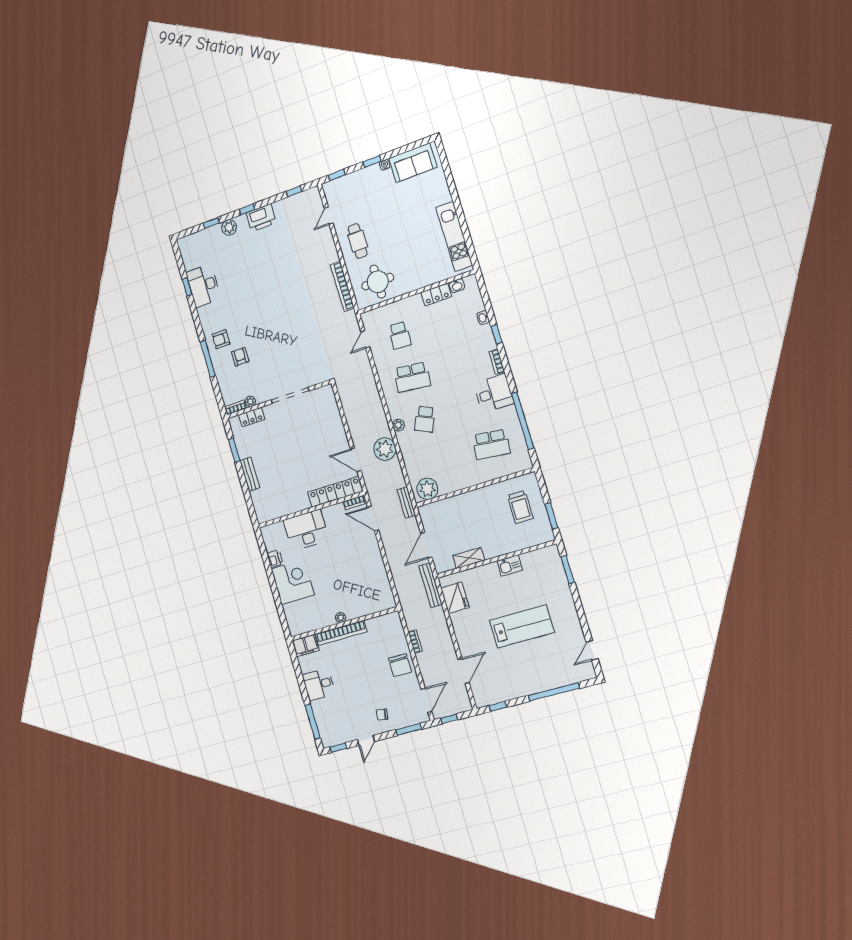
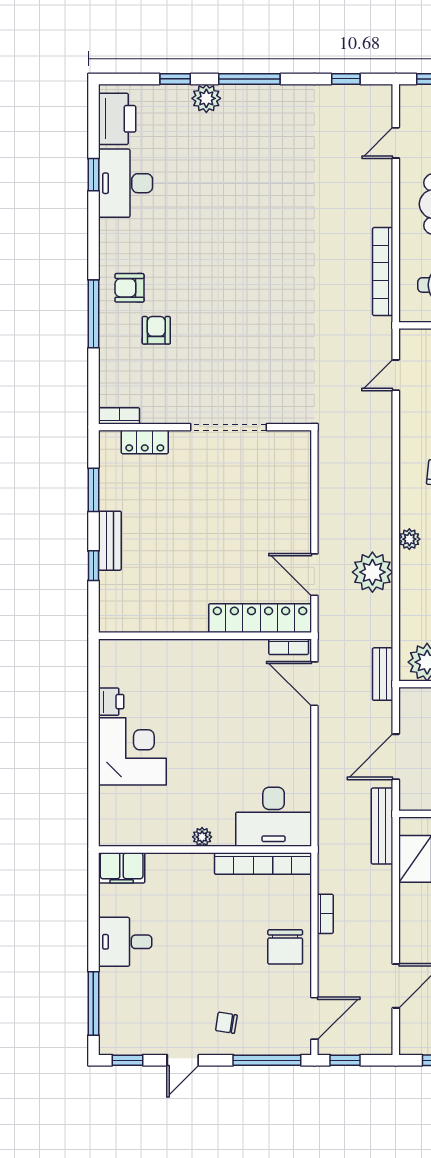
window: (247, 209) -> (249, 79), width x2.17
printer: (261, 218) -> (117, 119), moved, turned -90
plant: (251, 401) -> (151, 414), removed
window: (246, 490) -> (93, 566), added
desk: (306, 530) -> (274, 817), moved, turned 180
bookcase: (341, 633) -> (263, 864), moved
window: (409, 729) -> (267, 1060), width x1.44

